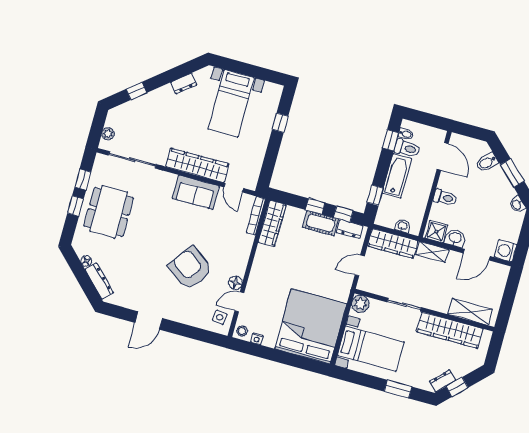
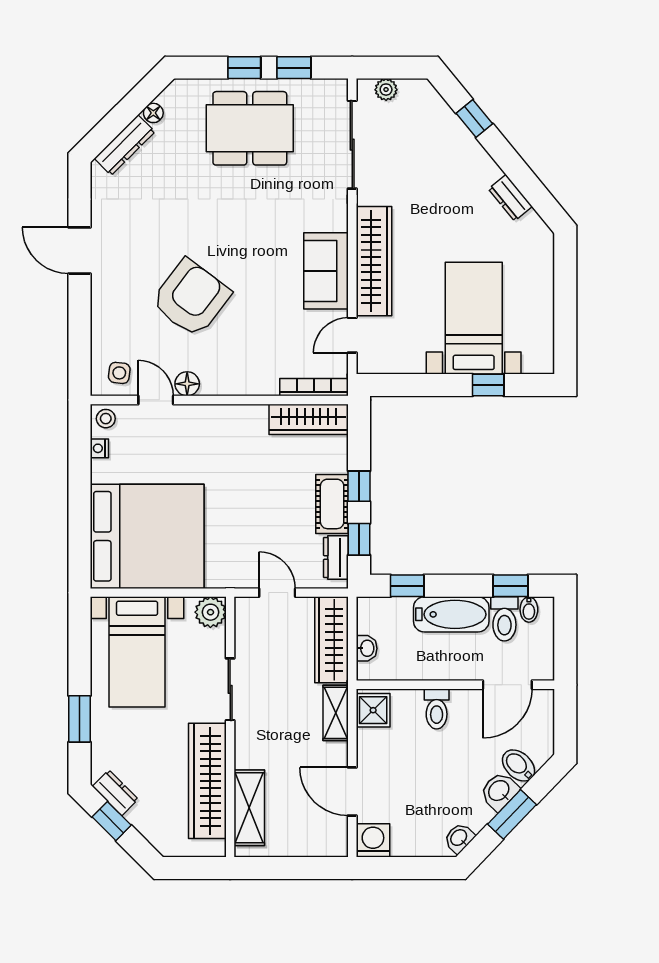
bed with nightstands: (231, 103) -> (474, 318), moved, turned 90
washbasin: (455, 238) -> (499, 791), moved, turned -136

